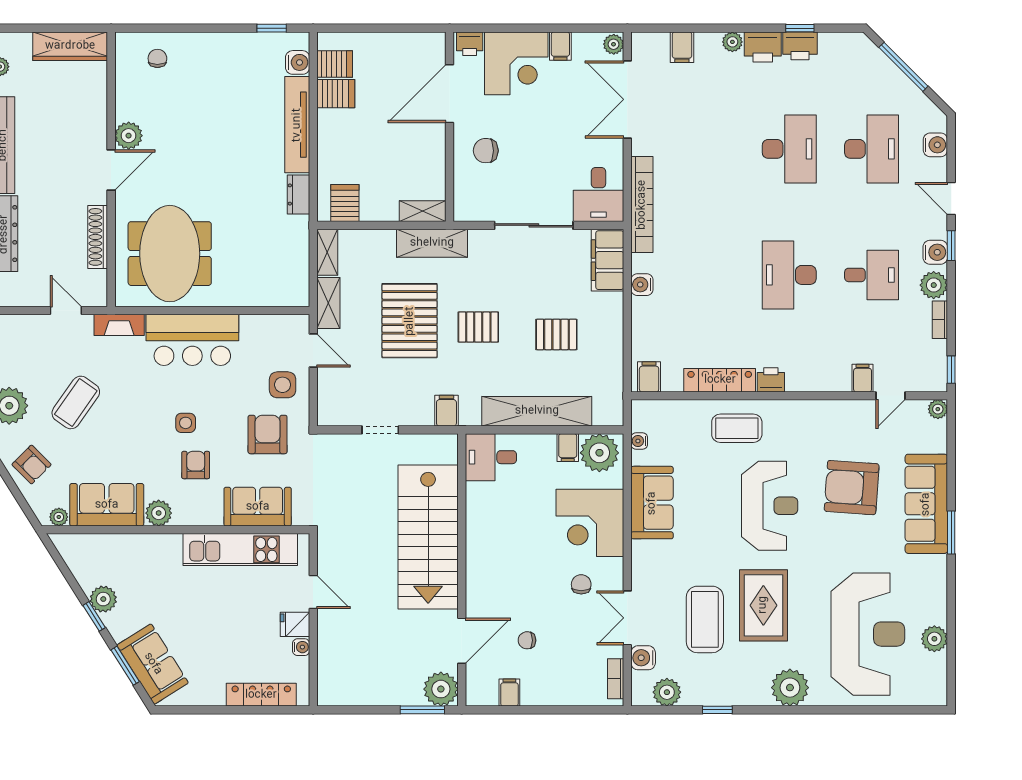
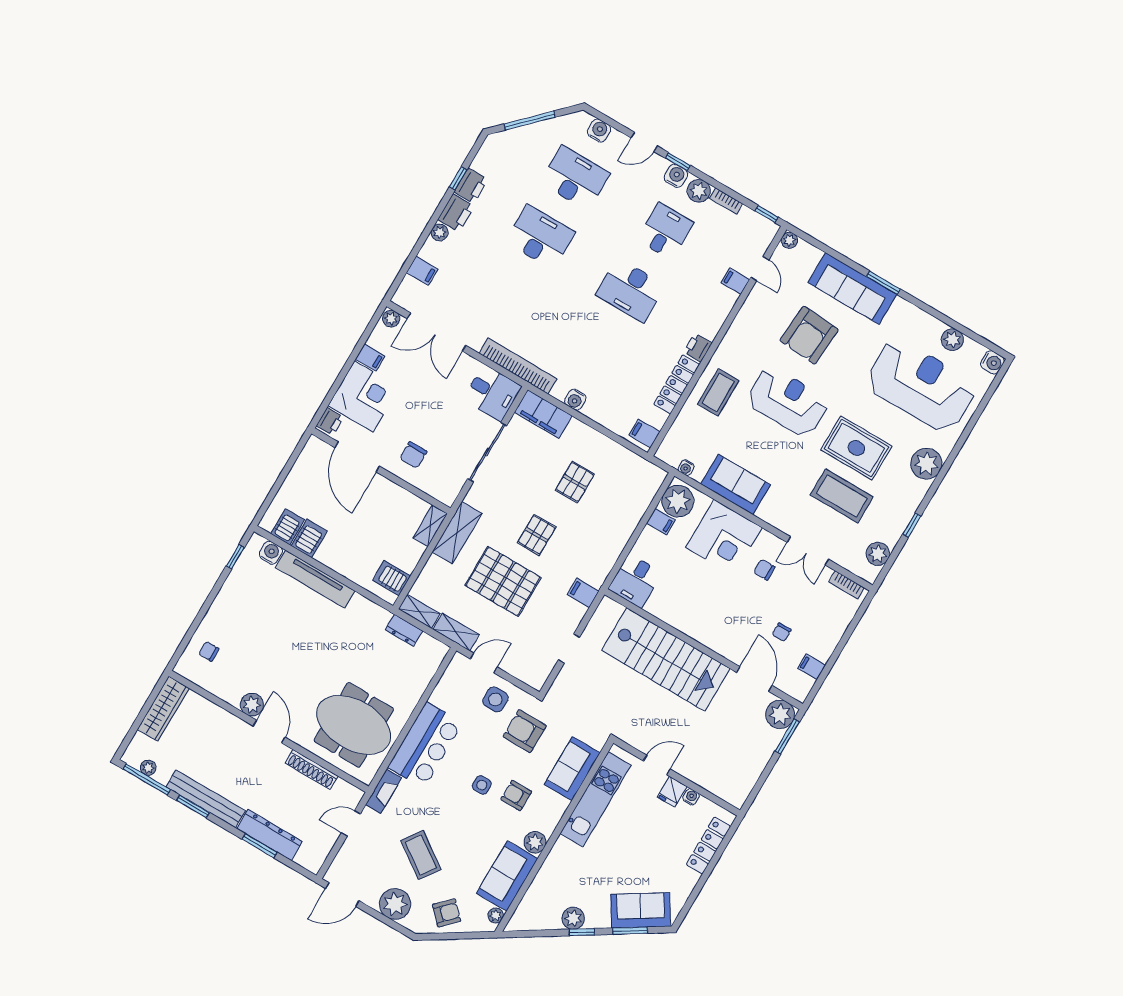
dresser: (298, 195) -> (404, 630), moved
shelving: (537, 411) -> (622, 528), removed
water cooler: (643, 658) -> (992, 362), moved, turned -90

